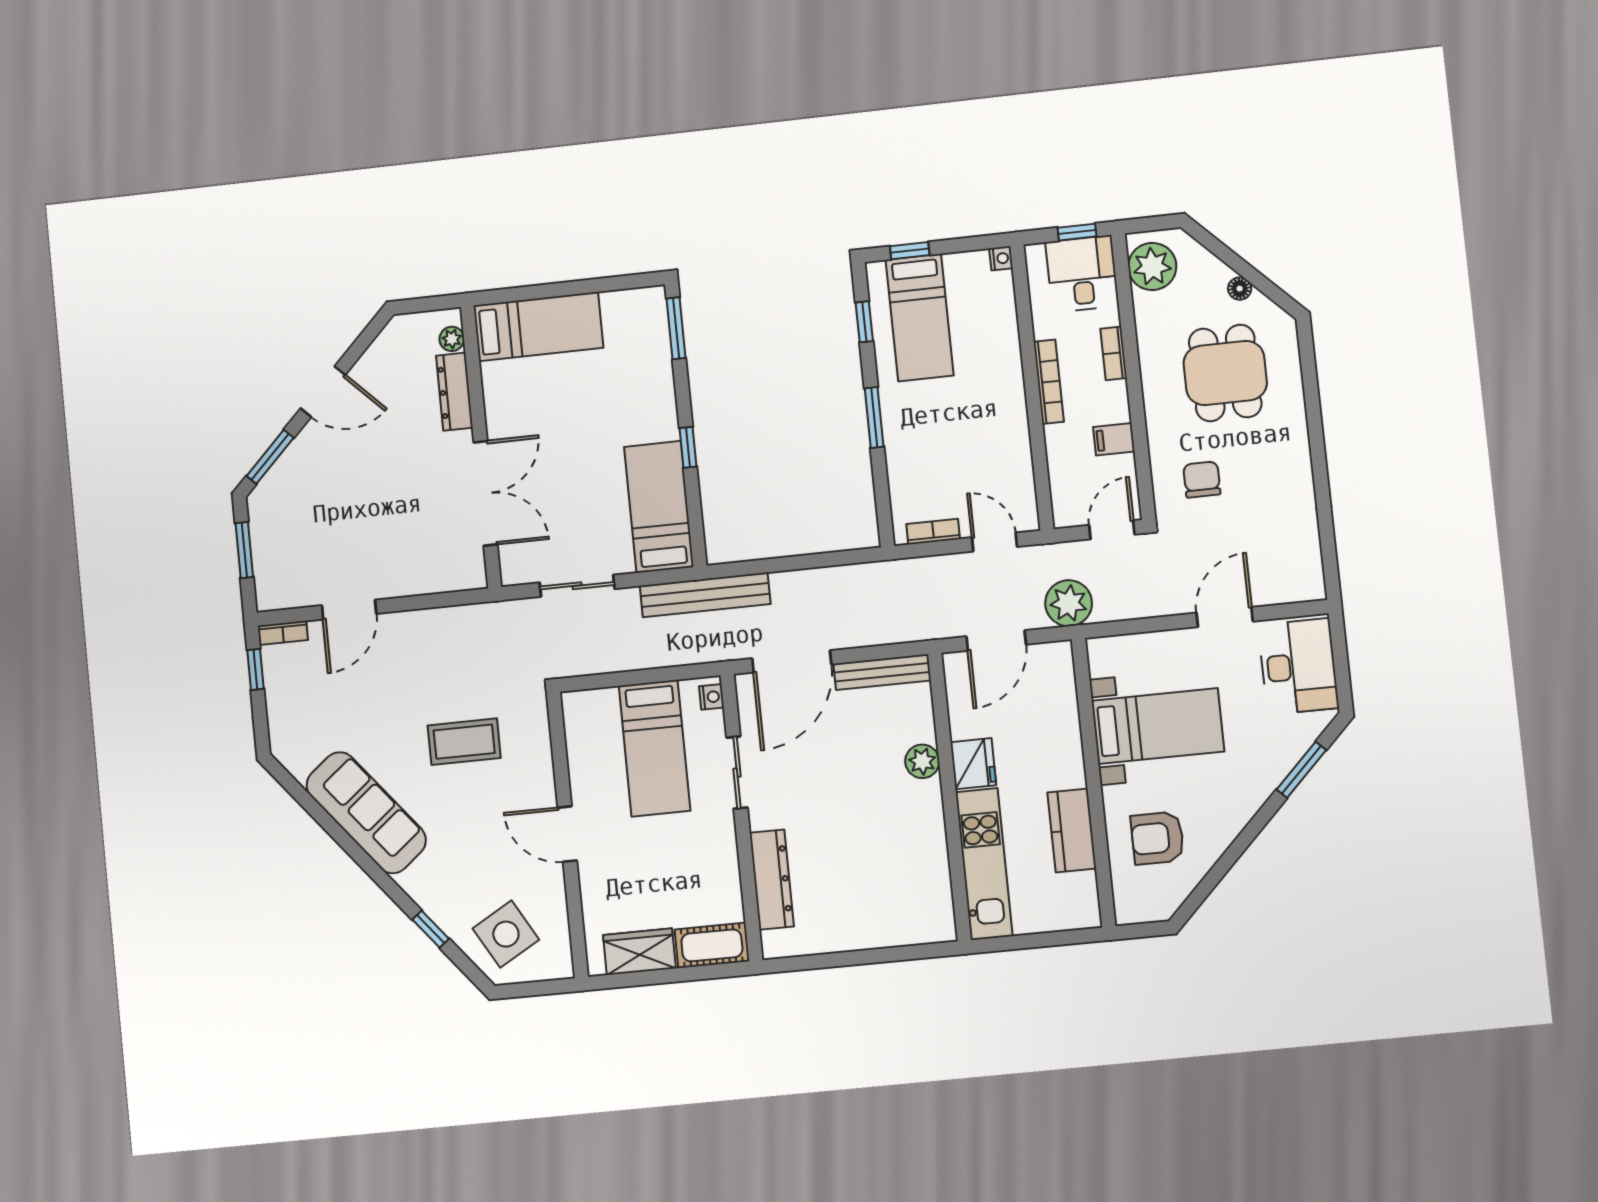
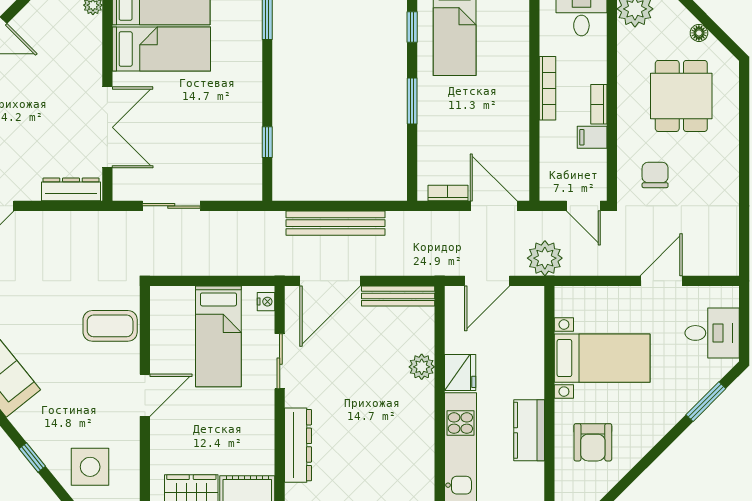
bookcase: (1114, 353) -> (599, 104), moved
dresser: (454, 392) -> (71, 189), moved, turned 90
window: (688, 447) -> (267, 142), moved
bed: (659, 507) -> (161, 49), moved, turned 90
door: (1112, 530) -> (583, 206), swing flipped
door: (994, 542) -> (494, 206), width x1.38
bench: (705, 595) -> (336, 223), moved
desk: (1298, 666) -> (712, 333), width x0.73
coffee table: (464, 742) -> (110, 326), moved
door: (567, 834) -> (145, 395), swing flipped
armchair: (1157, 838) -> (593, 442), turned -90
side table: (506, 934) -> (90, 467), turned 30

